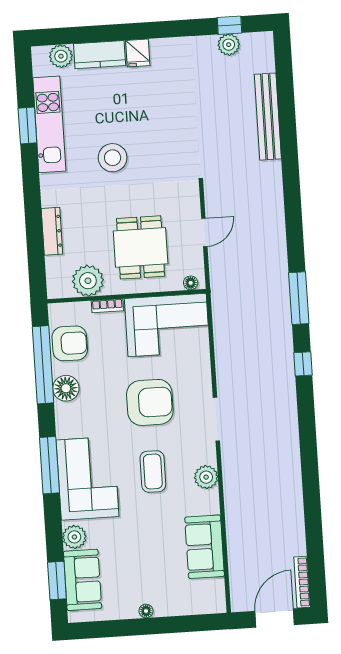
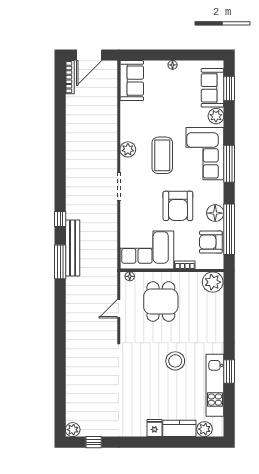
plant: (229, 45) -> (73, 430), moved
bench: (268, 117) -> (73, 248), moved
window: (27, 125) -> (229, 372), moved
dresser: (52, 231) -> (218, 316), removed
plant: (88, 281) -> (213, 282), moved
armchair: (150, 402) -> (178, 206), moved, turned -90
coffee table: (153, 471) -> (162, 155), width x1.36, depth x1.32
sofa: (205, 547) -> (132, 81), moved

